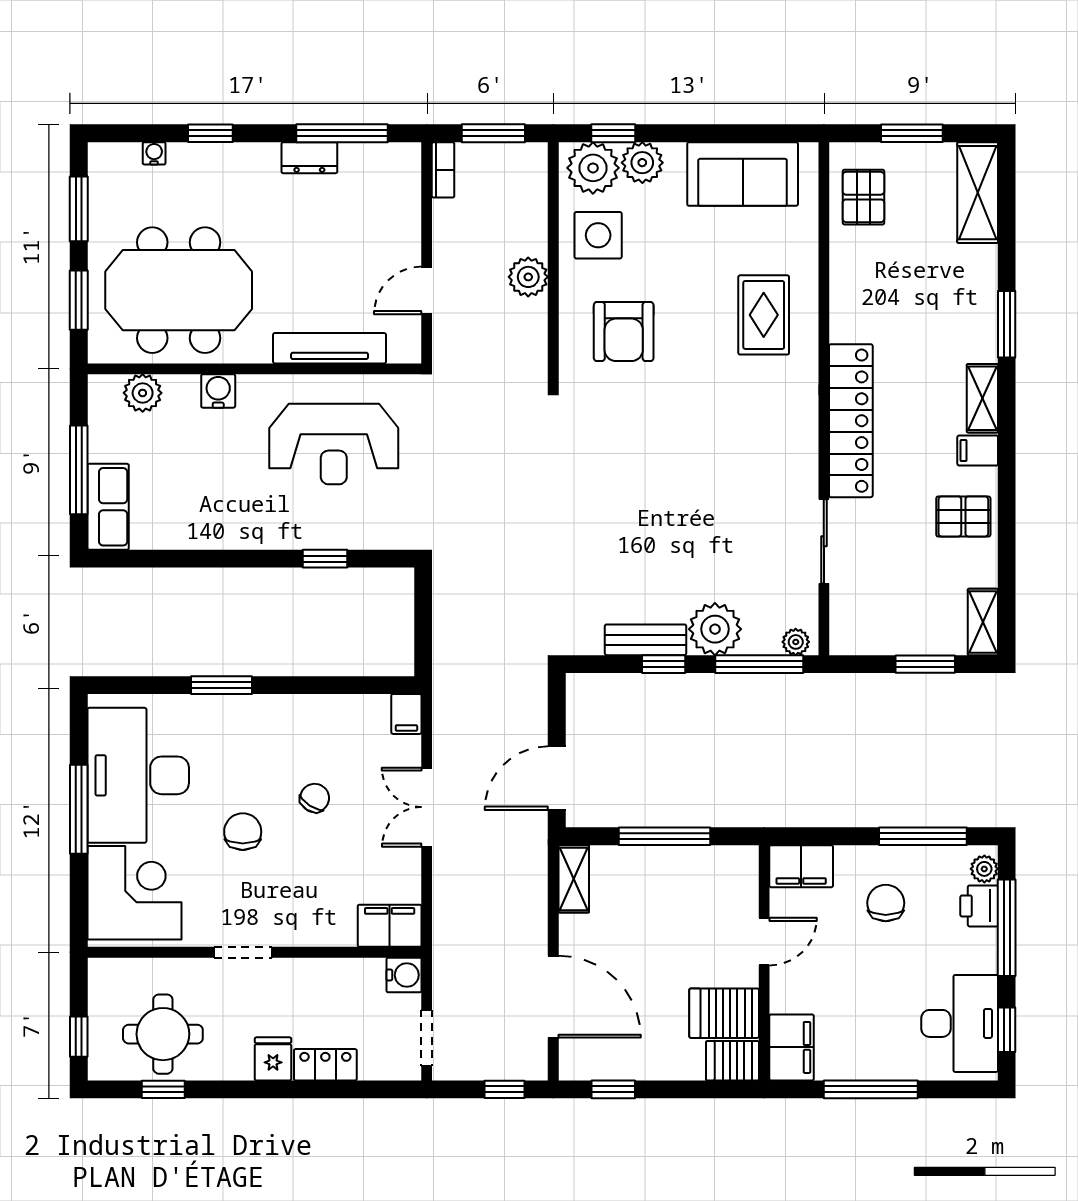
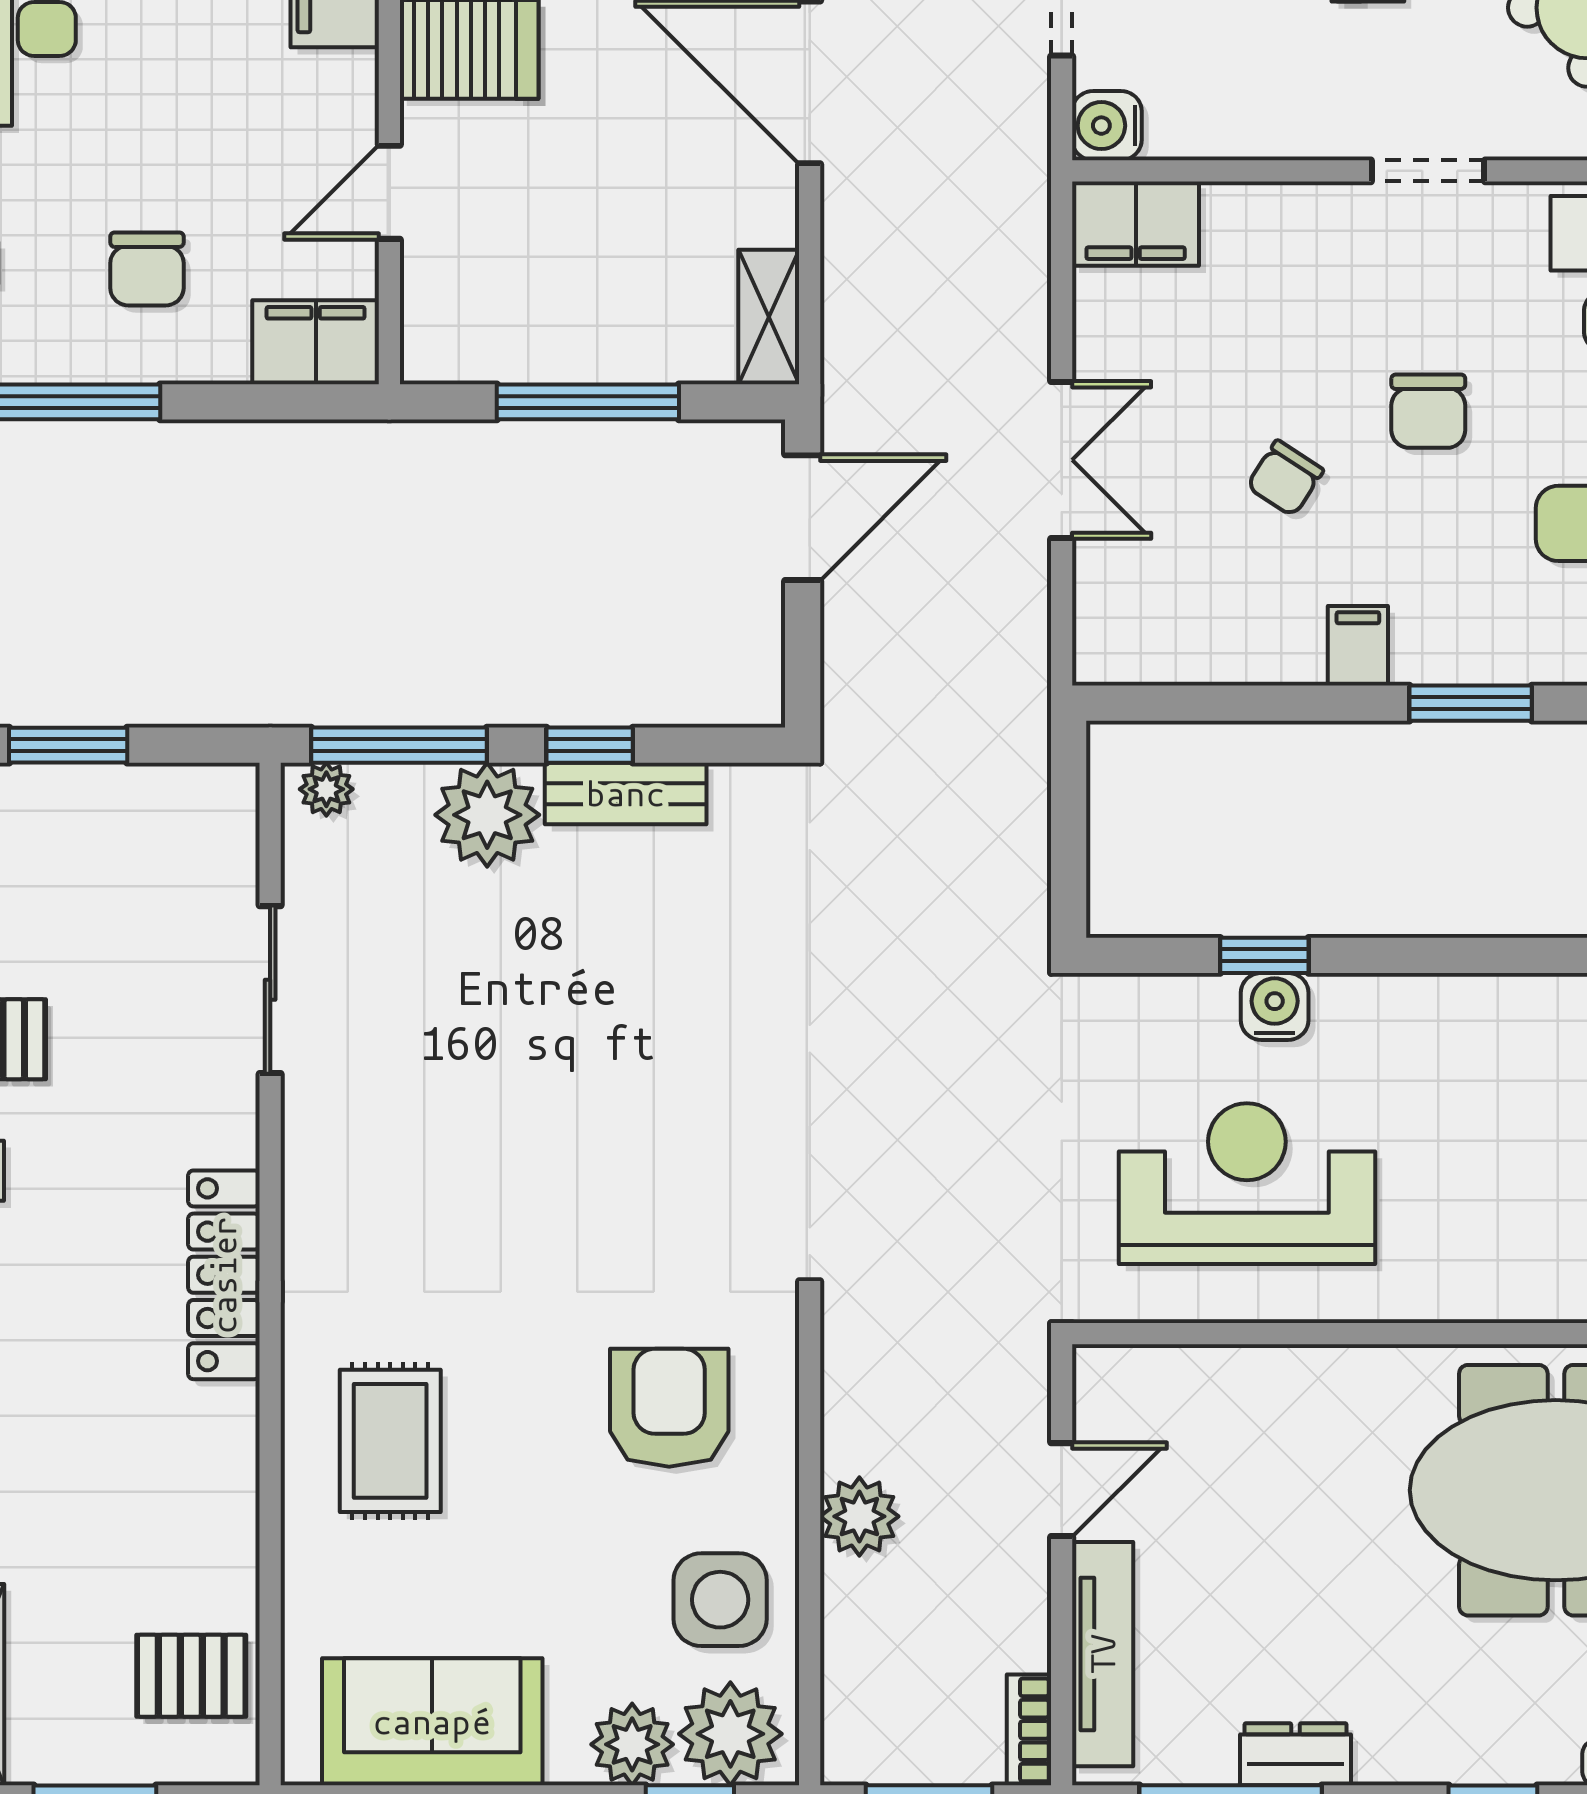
pallet: (863, 197) -> (191, 1676), turned 90
tv unit: (330, 348) -> (1103, 1654), moved, turned -90
water cooler: (218, 391) -> (1275, 1006), moved, turned 180
locker: (851, 421) -> (224, 1275), width x0.71, depth x0.83
filing cabinet: (406, 714) -> (1358, 646), moved

